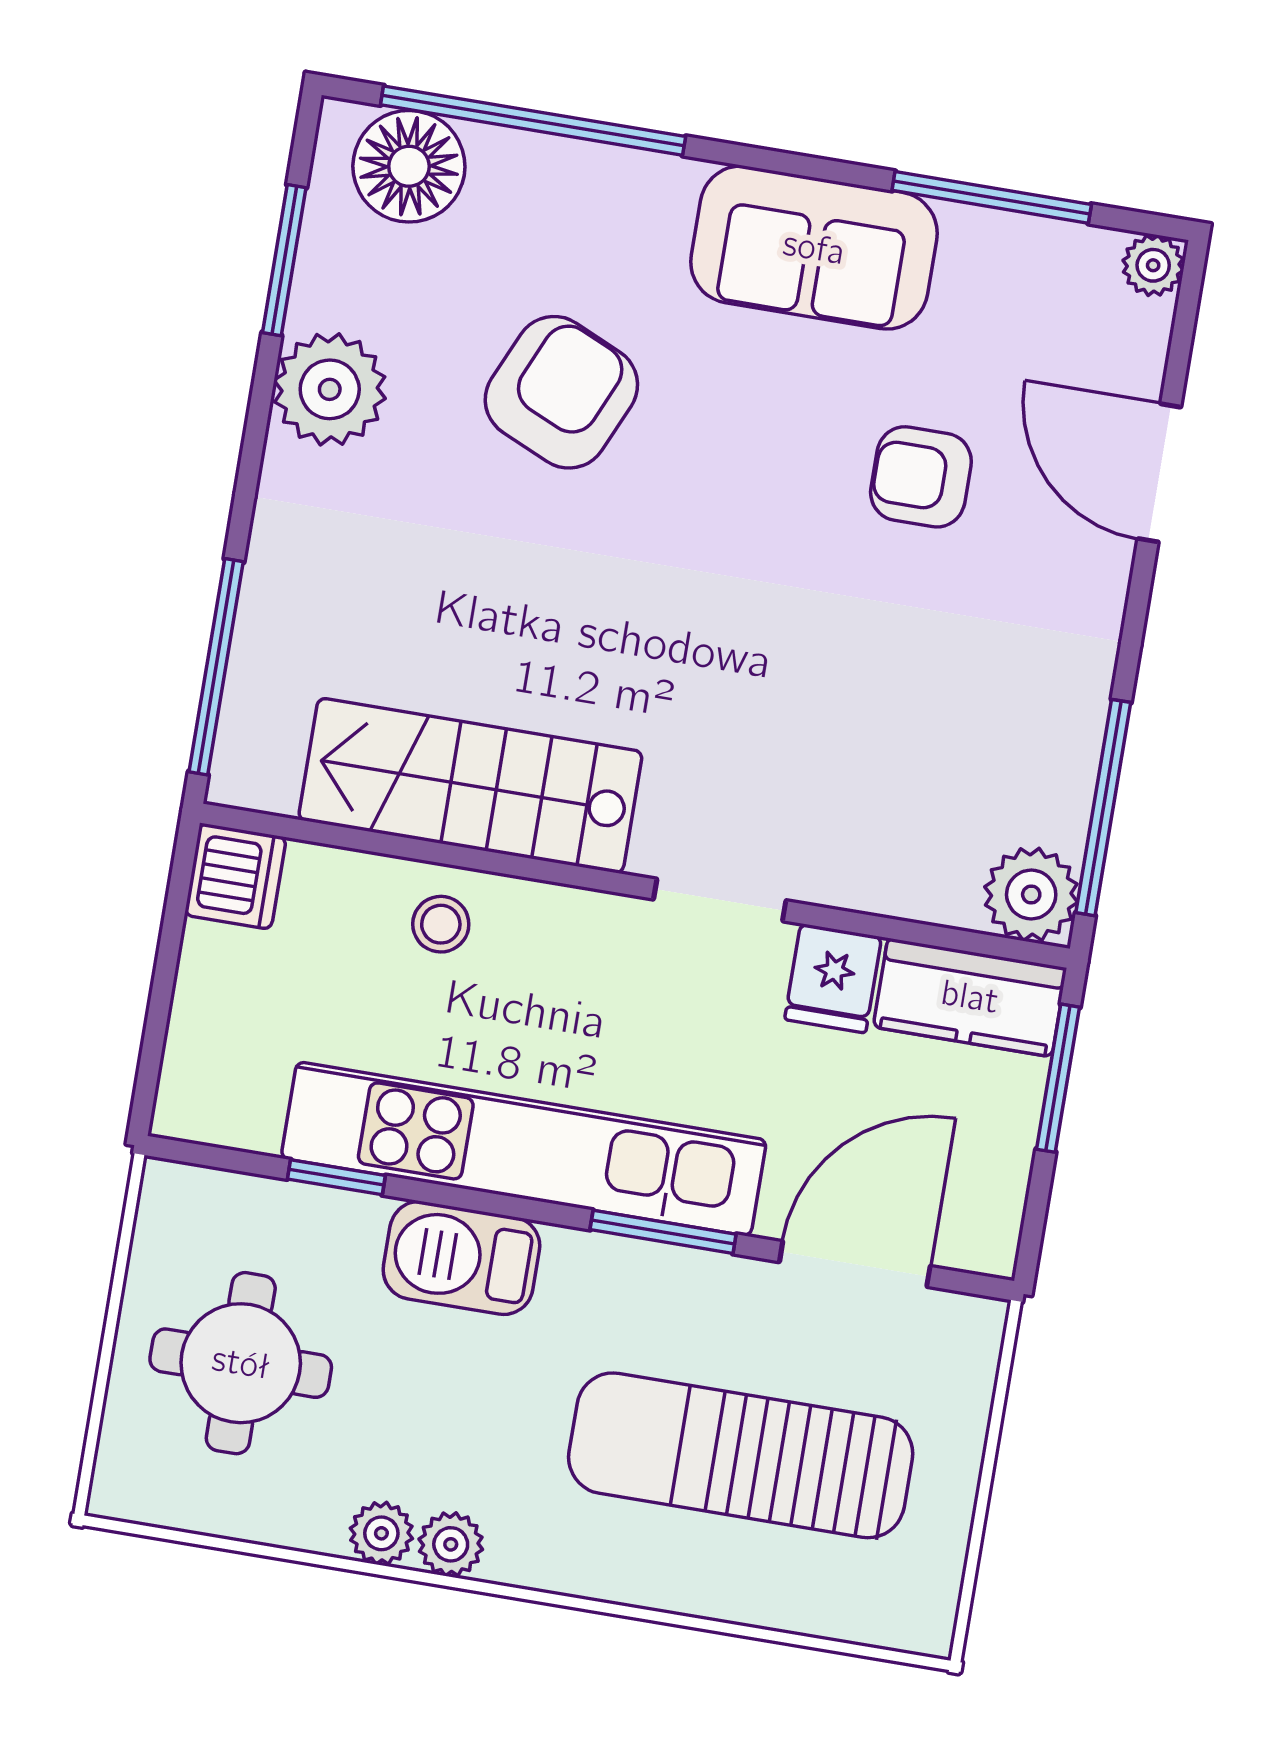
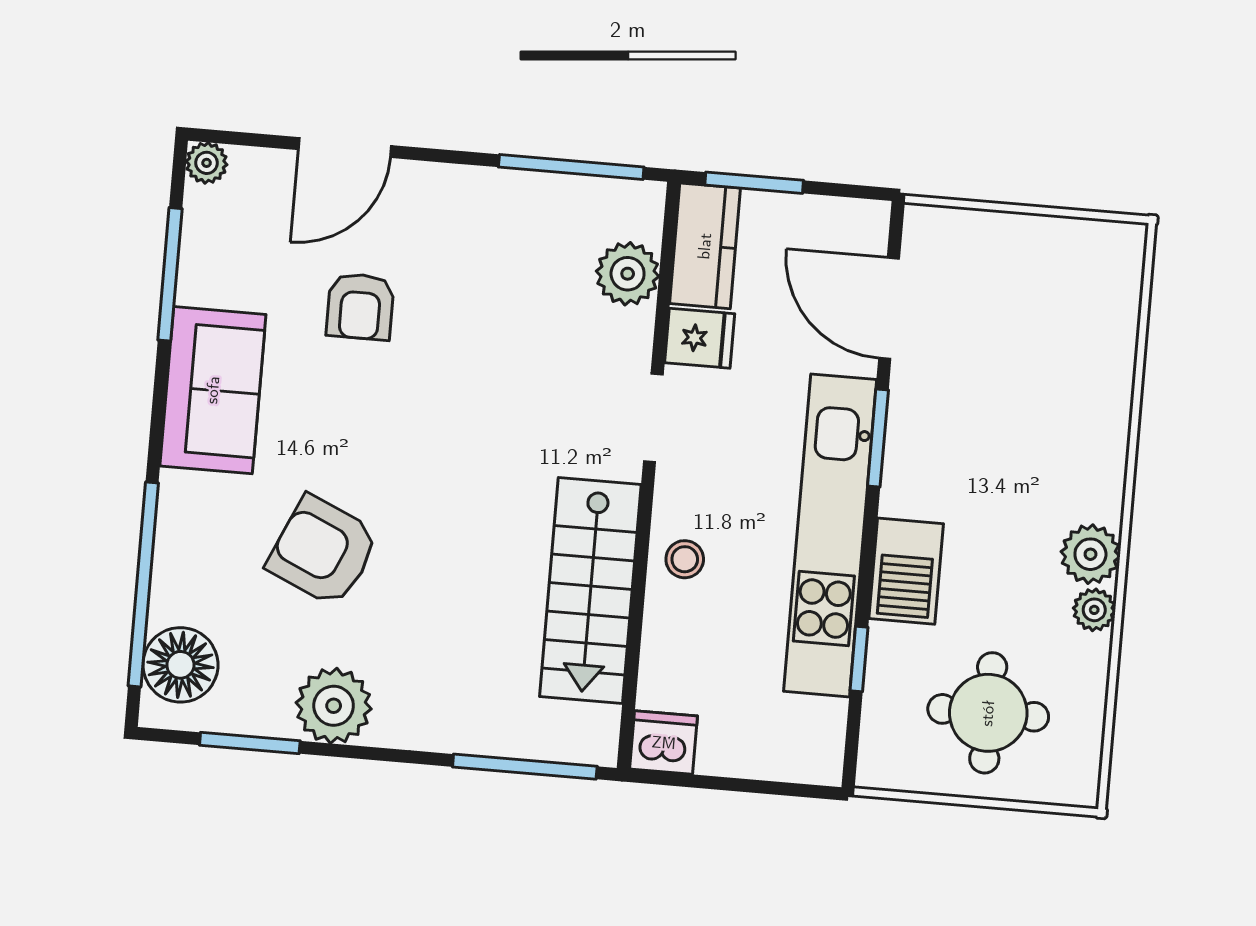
plant: (1031, 894) -> (628, 274), moved
stool: (441, 924) -> (685, 559), moved
sun lounger: (741, 1455) -> (1023, 374), removed
plant: (451, 1544) -> (1090, 554), width x1.38, depth x1.38

